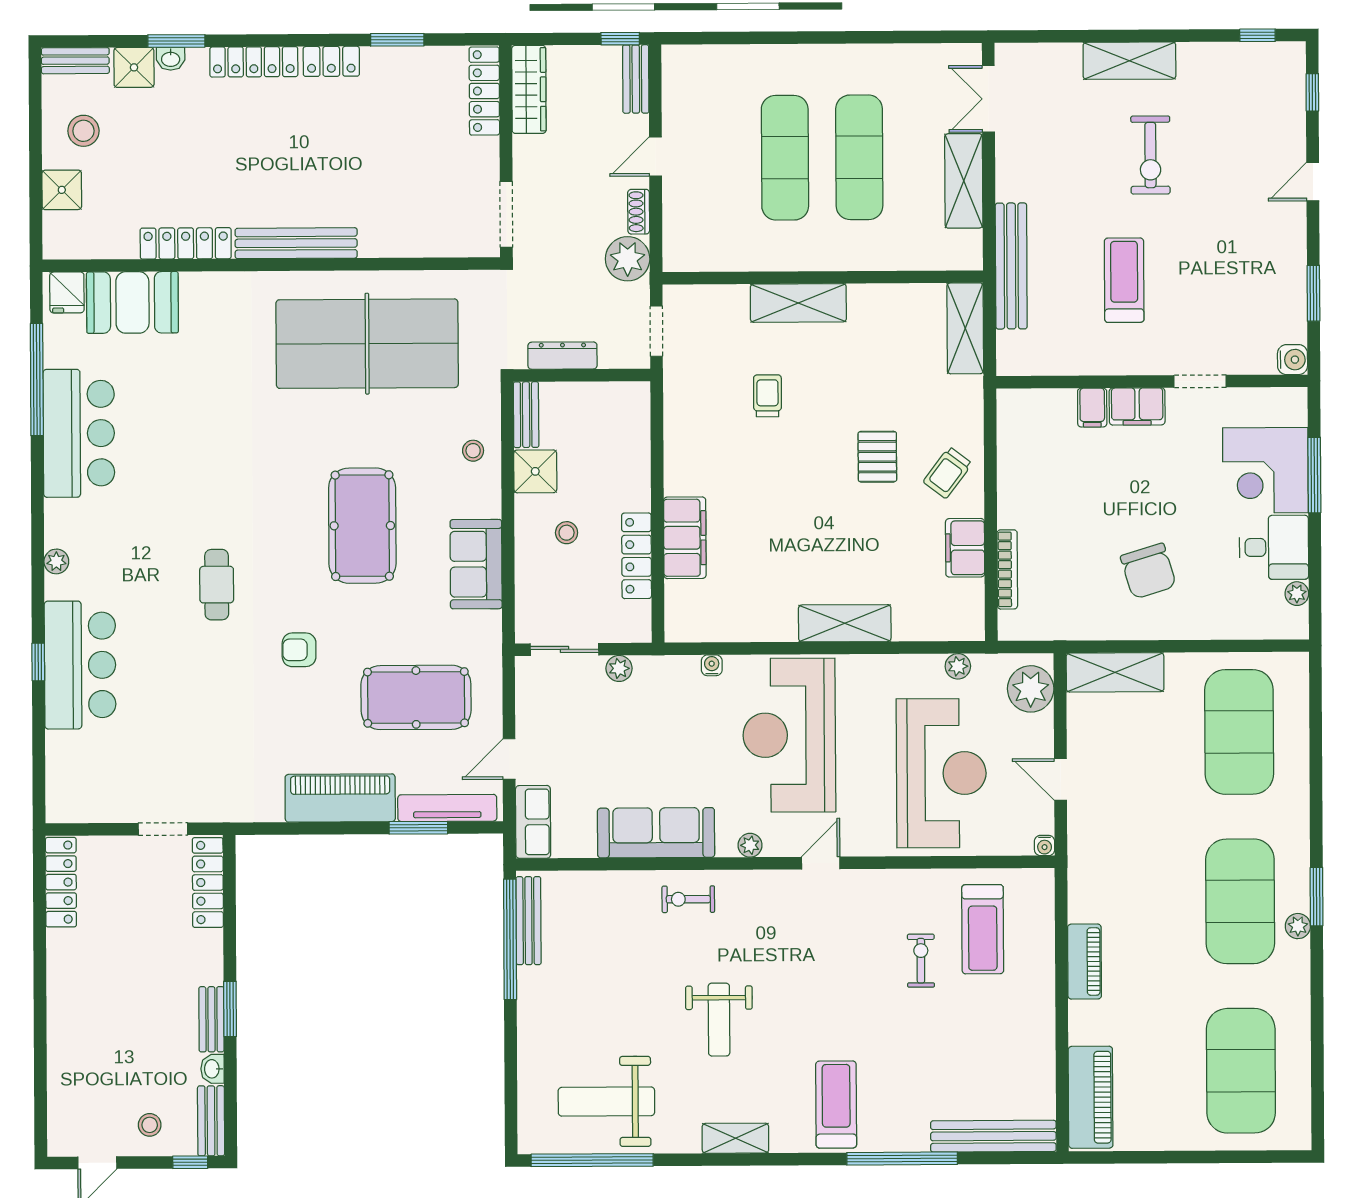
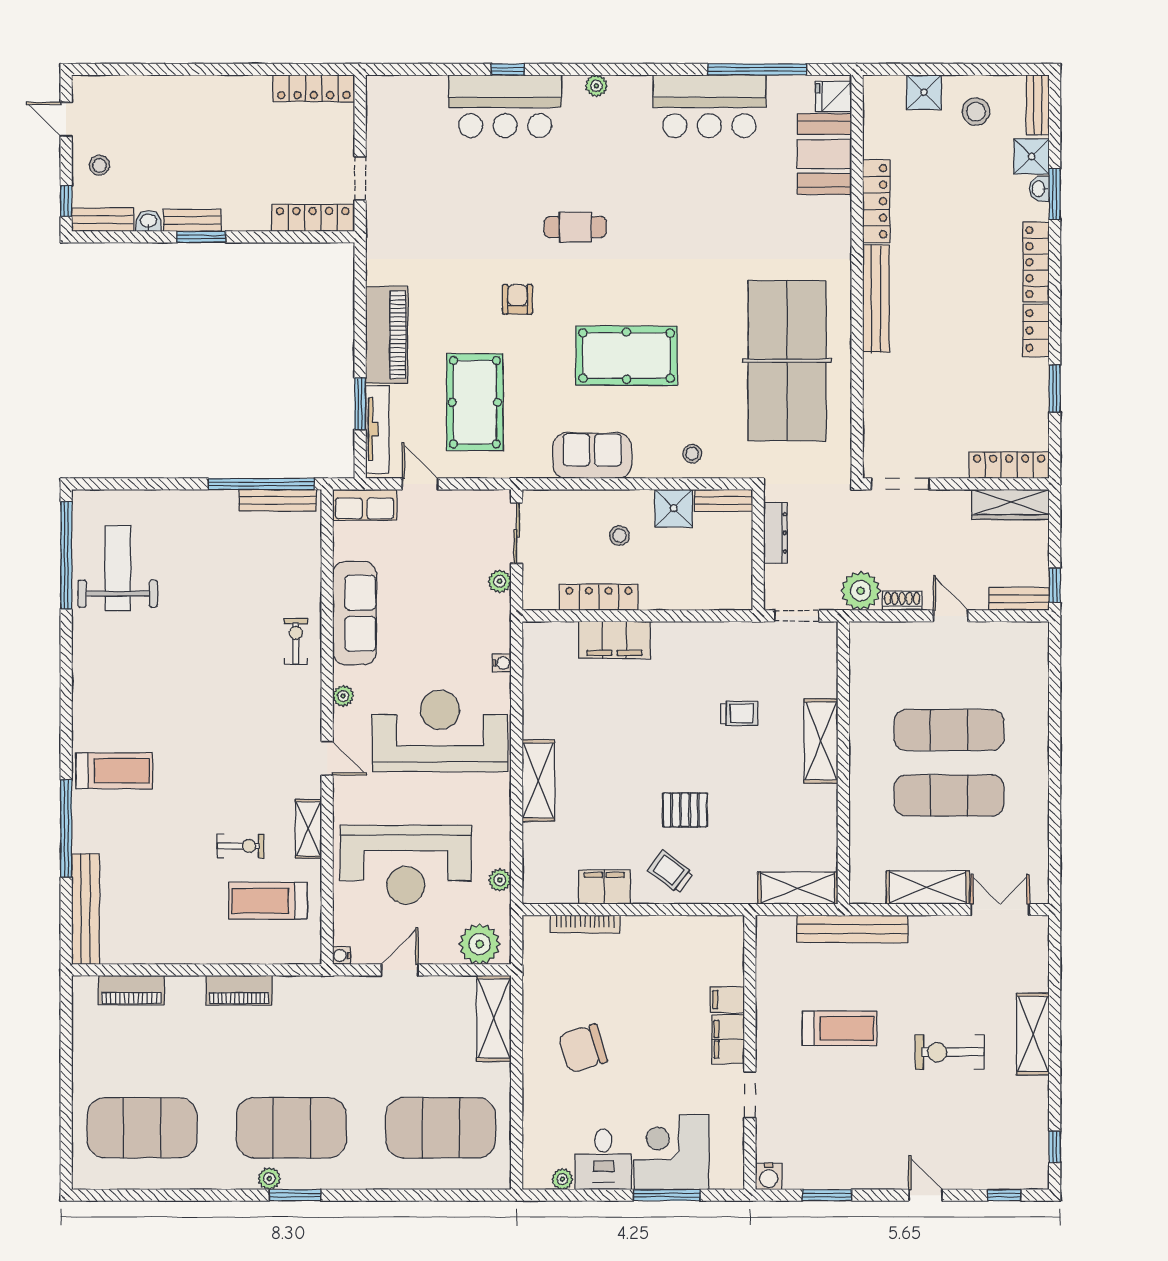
weight bench: (719, 1020) -> (190, 668), removed
piano: (1091, 1097) -> (131, 990), width x0.73, depth x0.75
shelving: (735, 1138) -> (308, 829), moved

